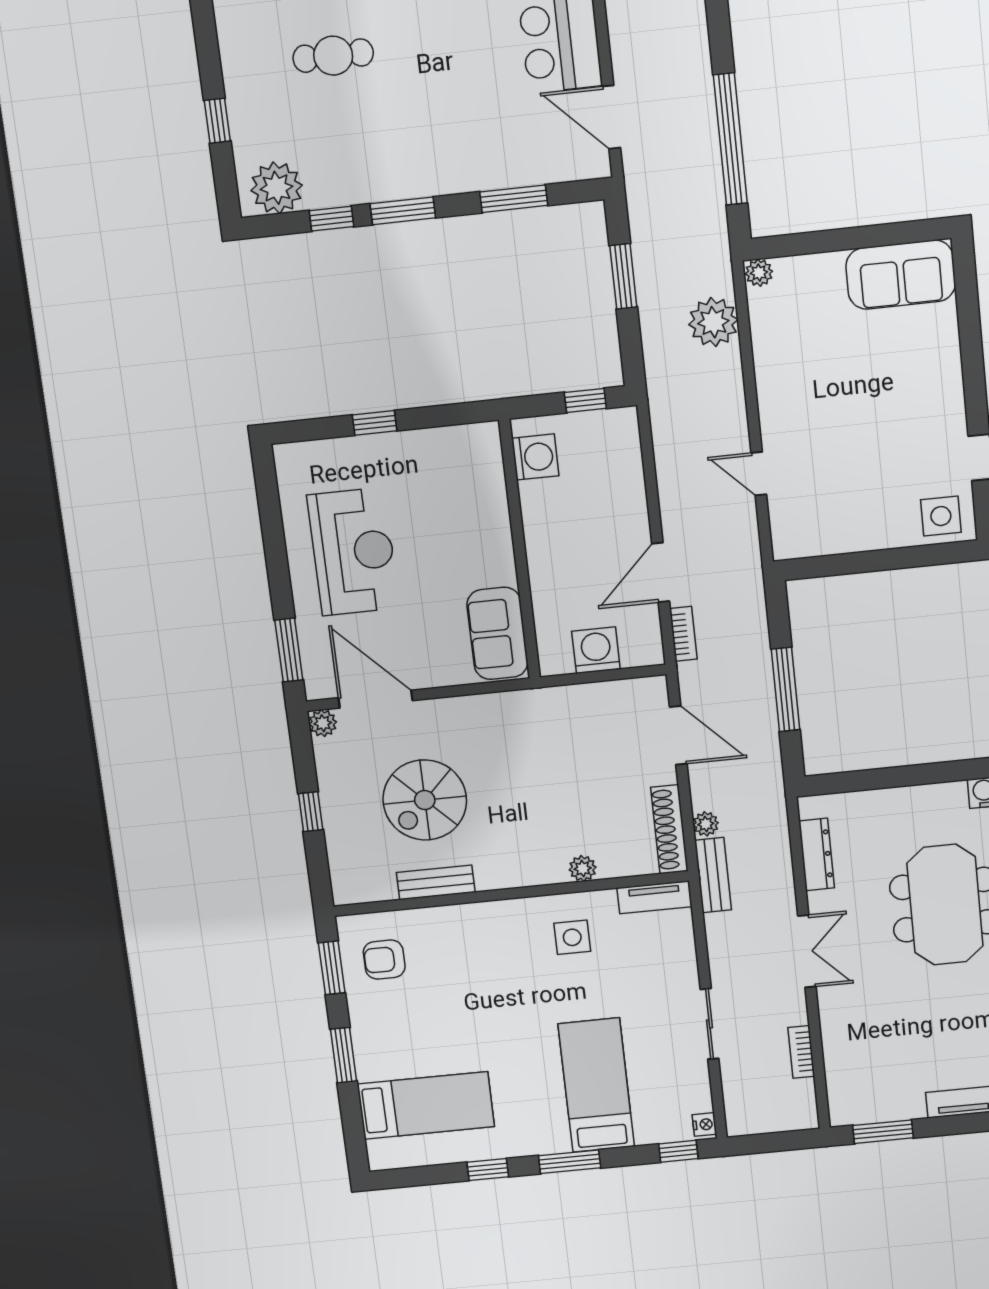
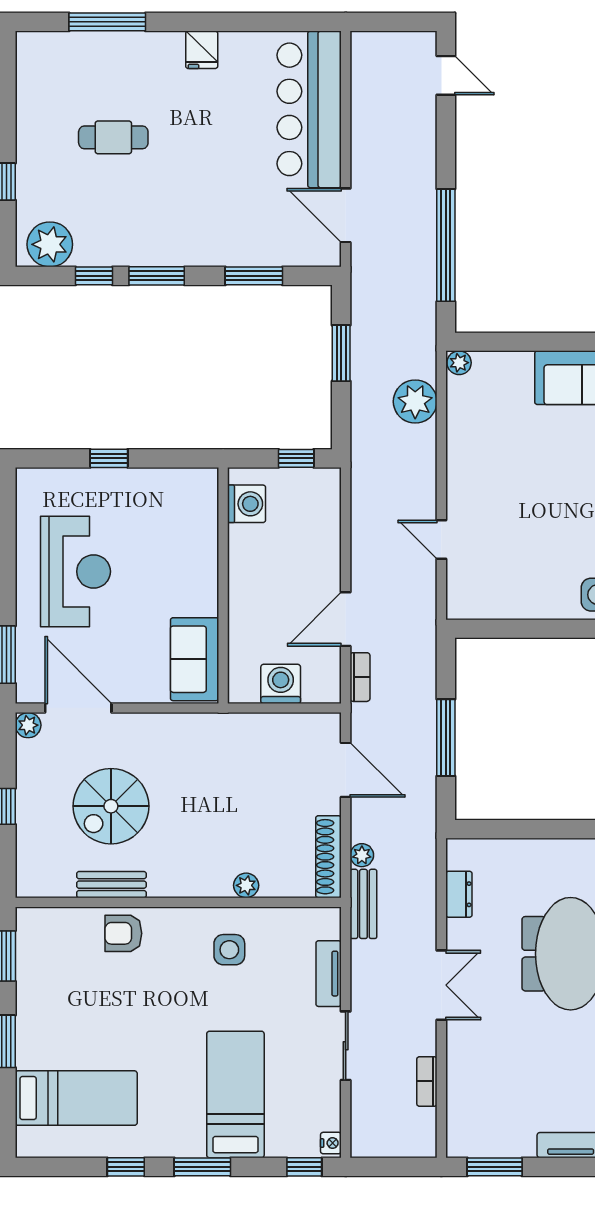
dresser: (817, 854) -> (459, 894), width x0.70
tv unit: (654, 897) -> (329, 974), moved, turned 90
armchair: (384, 960) -> (123, 933), moved

